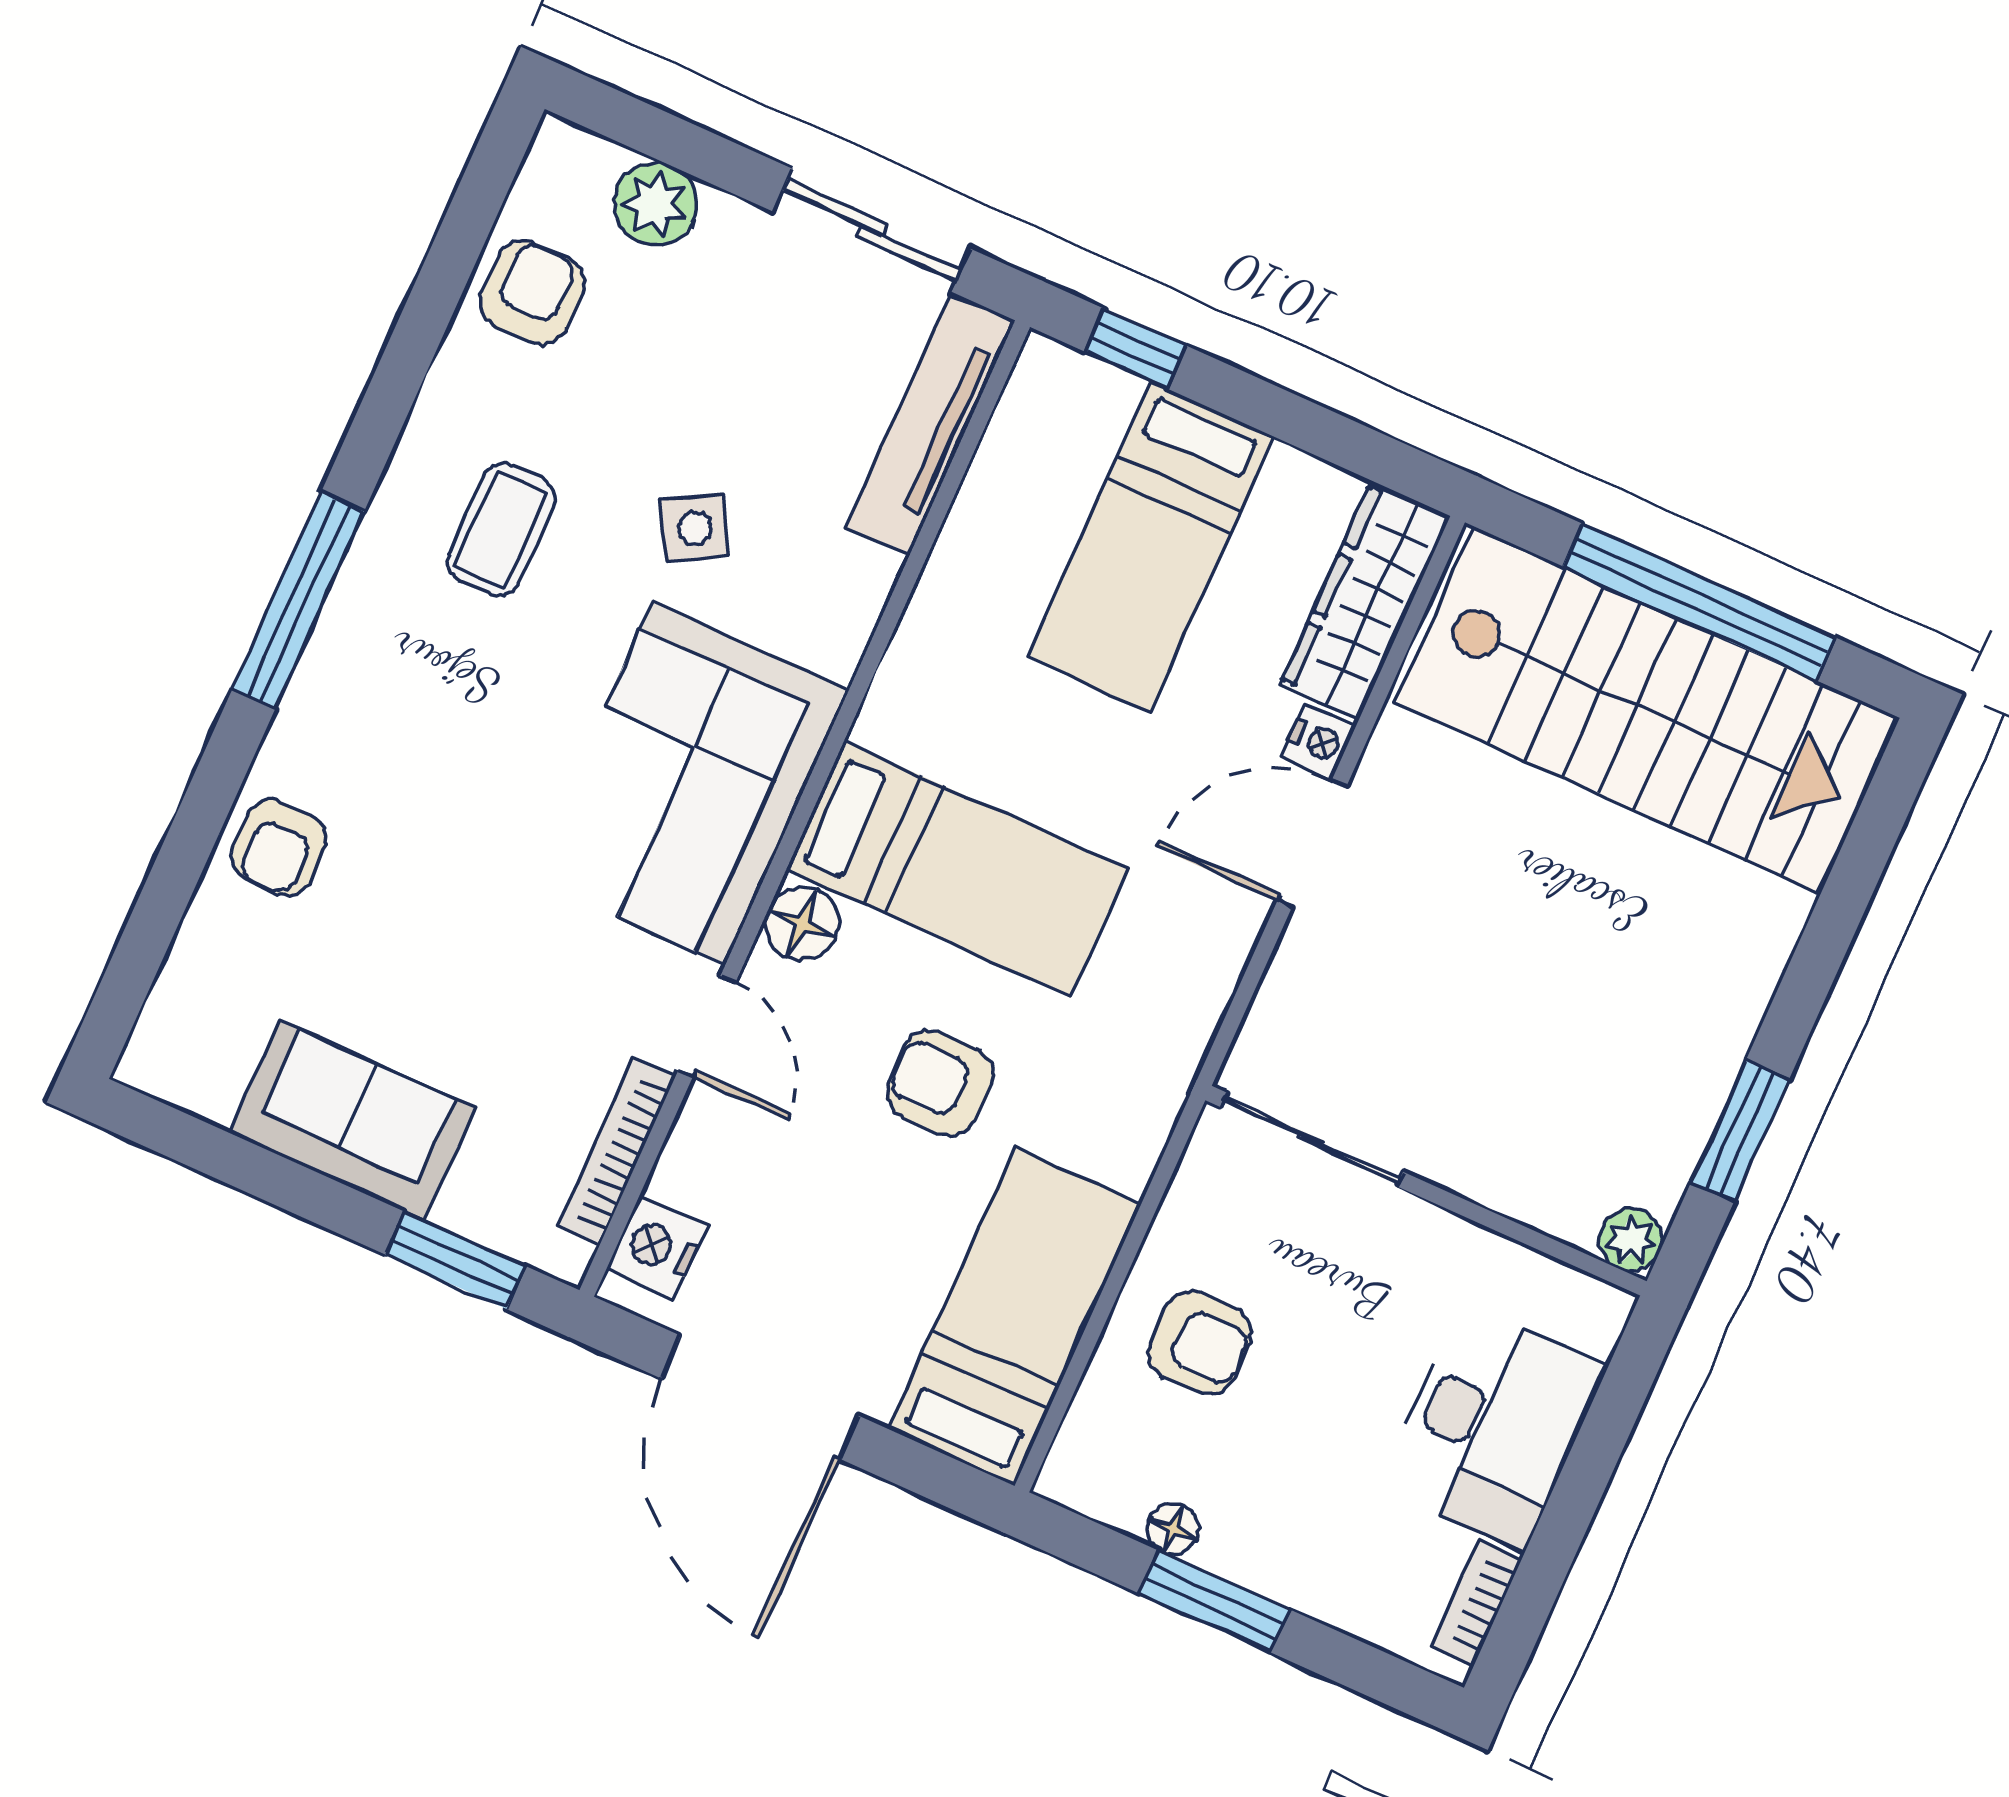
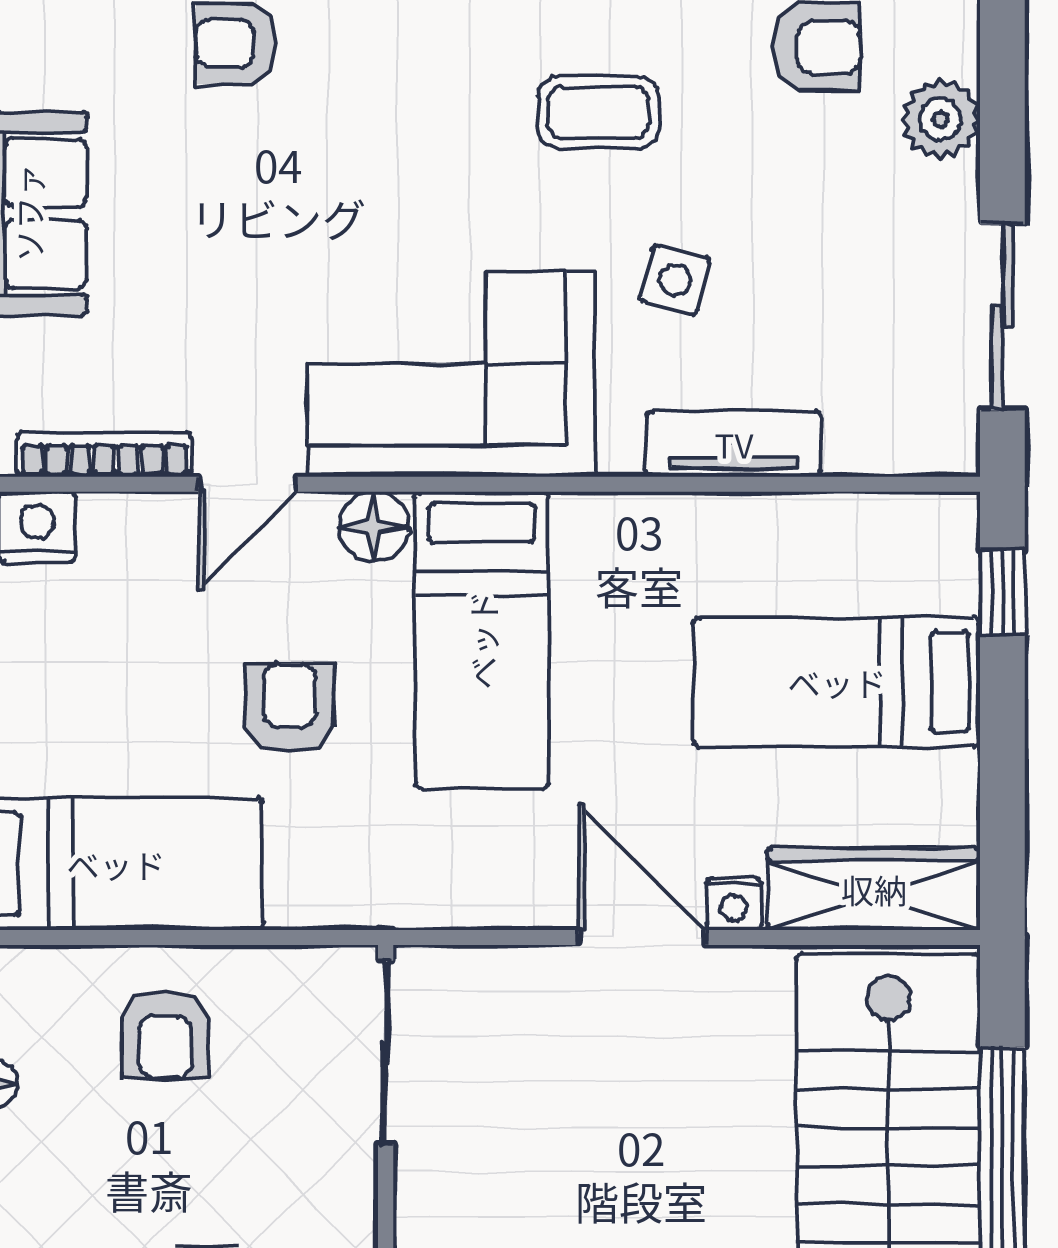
tv unit: (931, 424) -> (734, 444), moved, width x0.71
side table: (695, 528) -> (675, 280), turned 45

